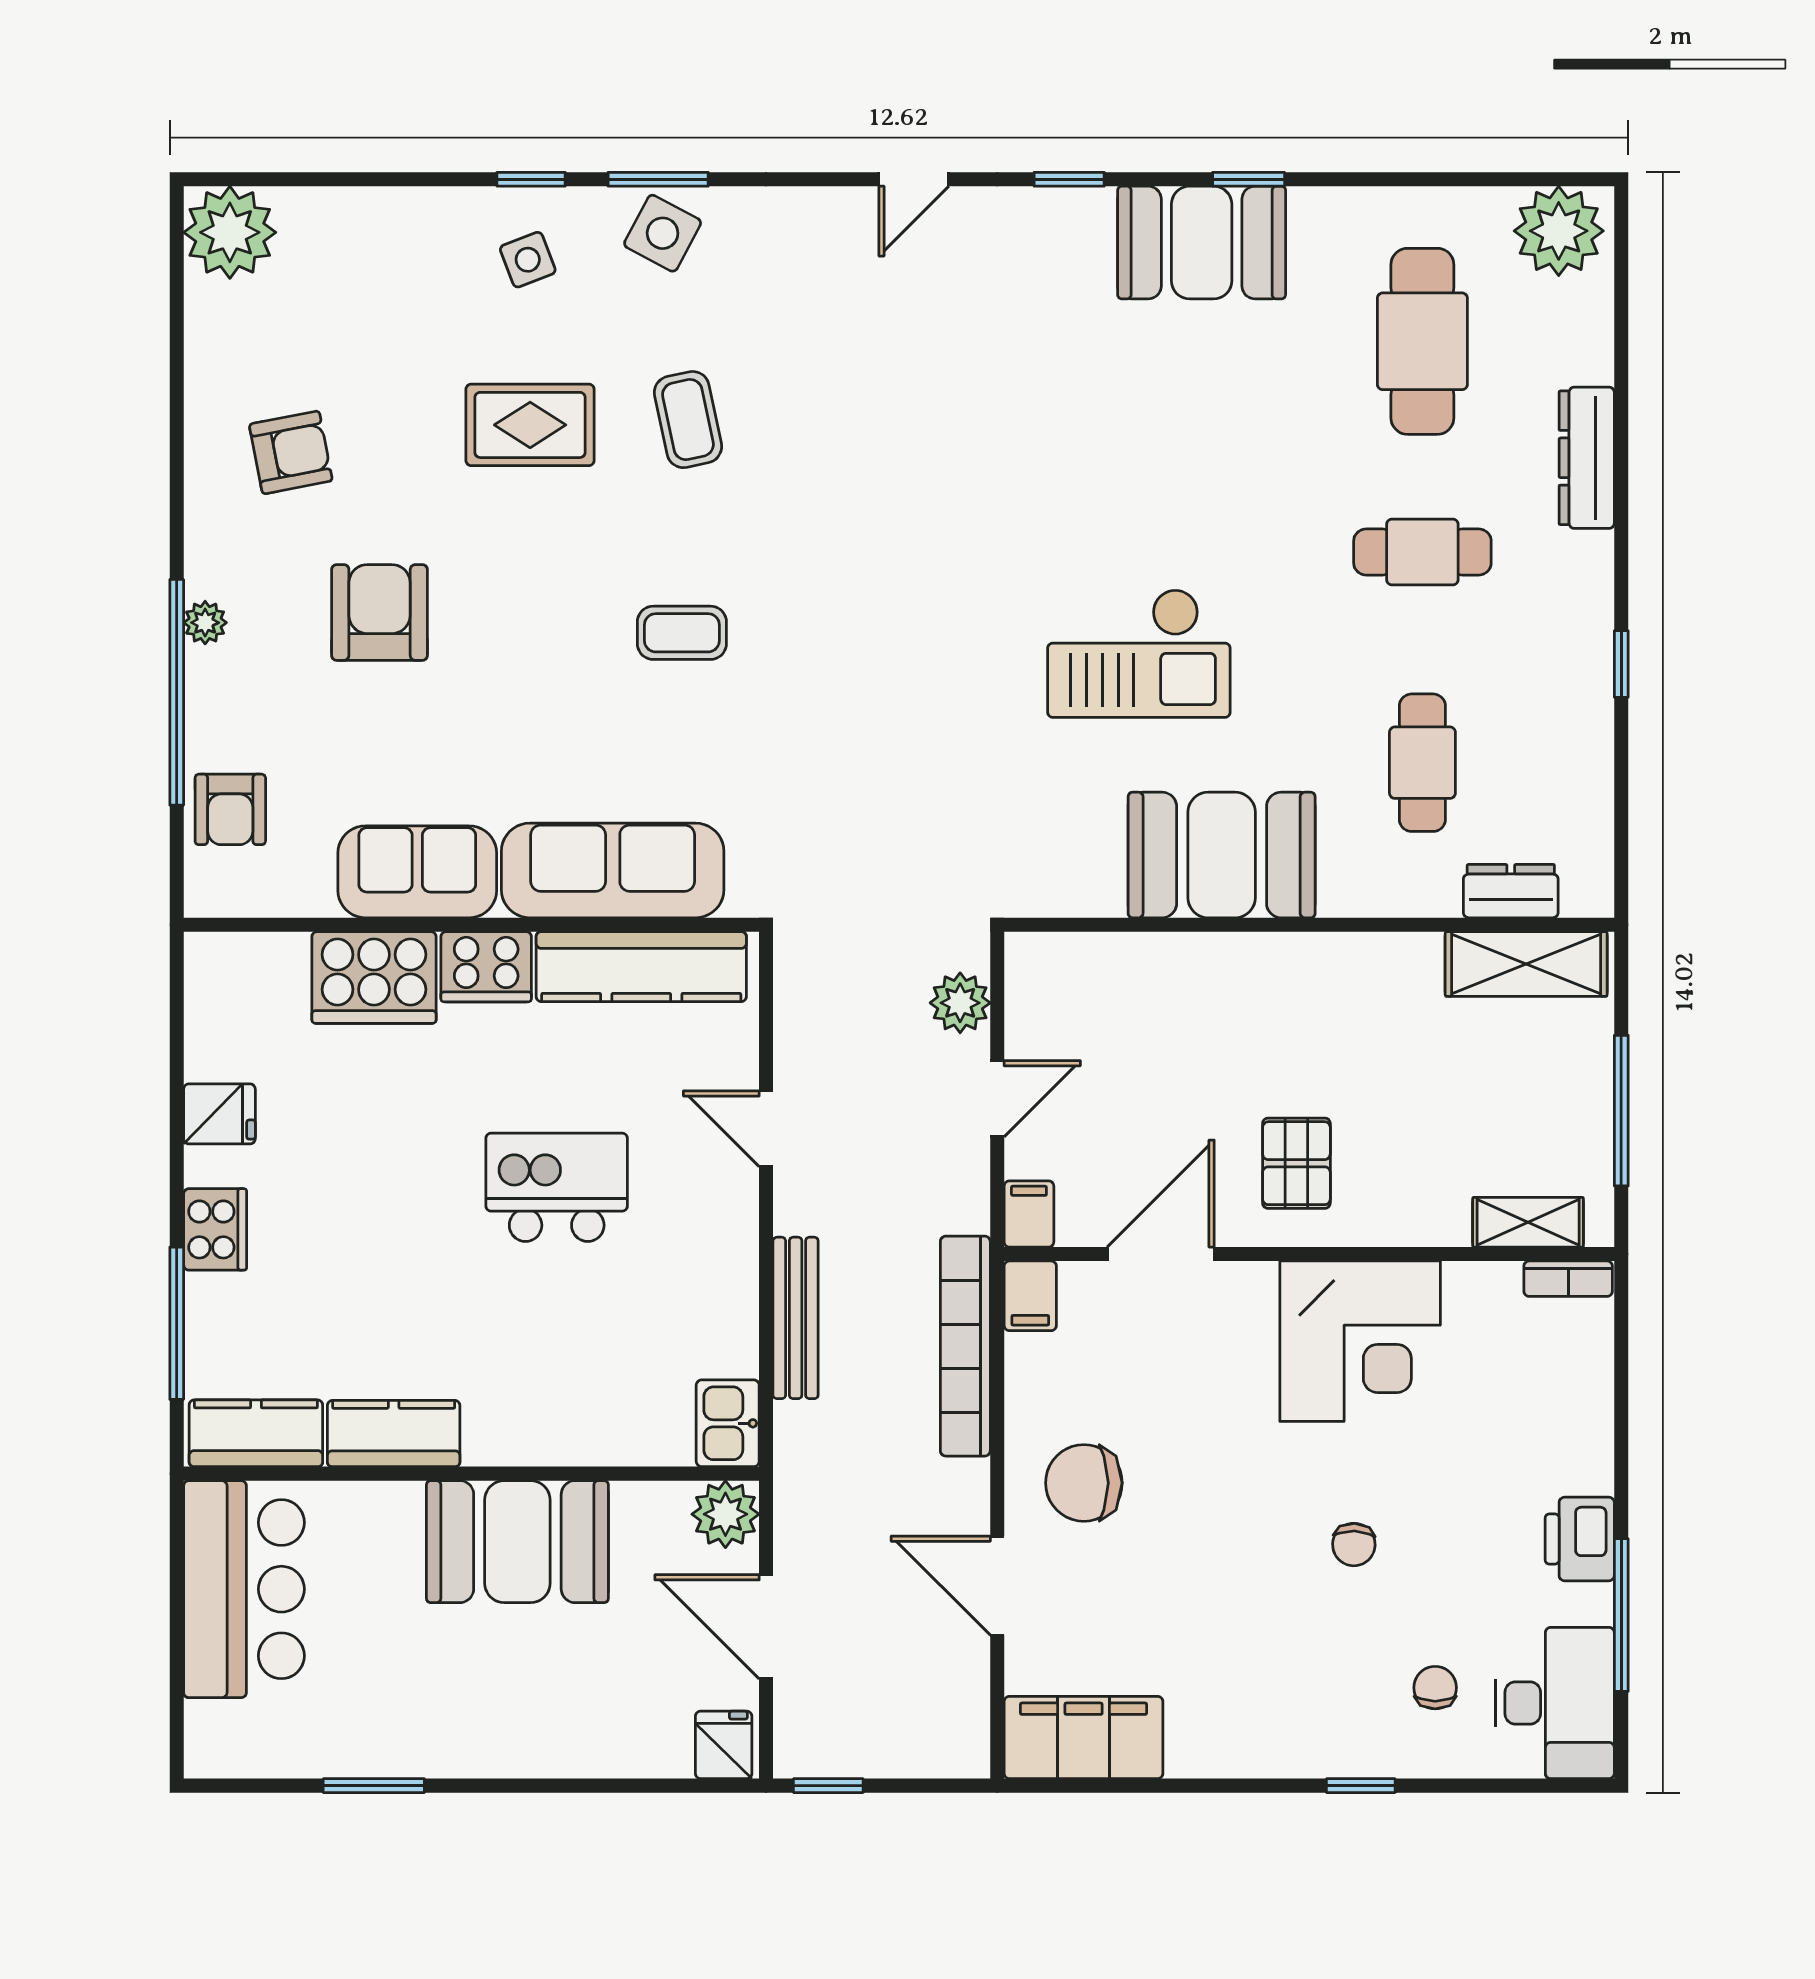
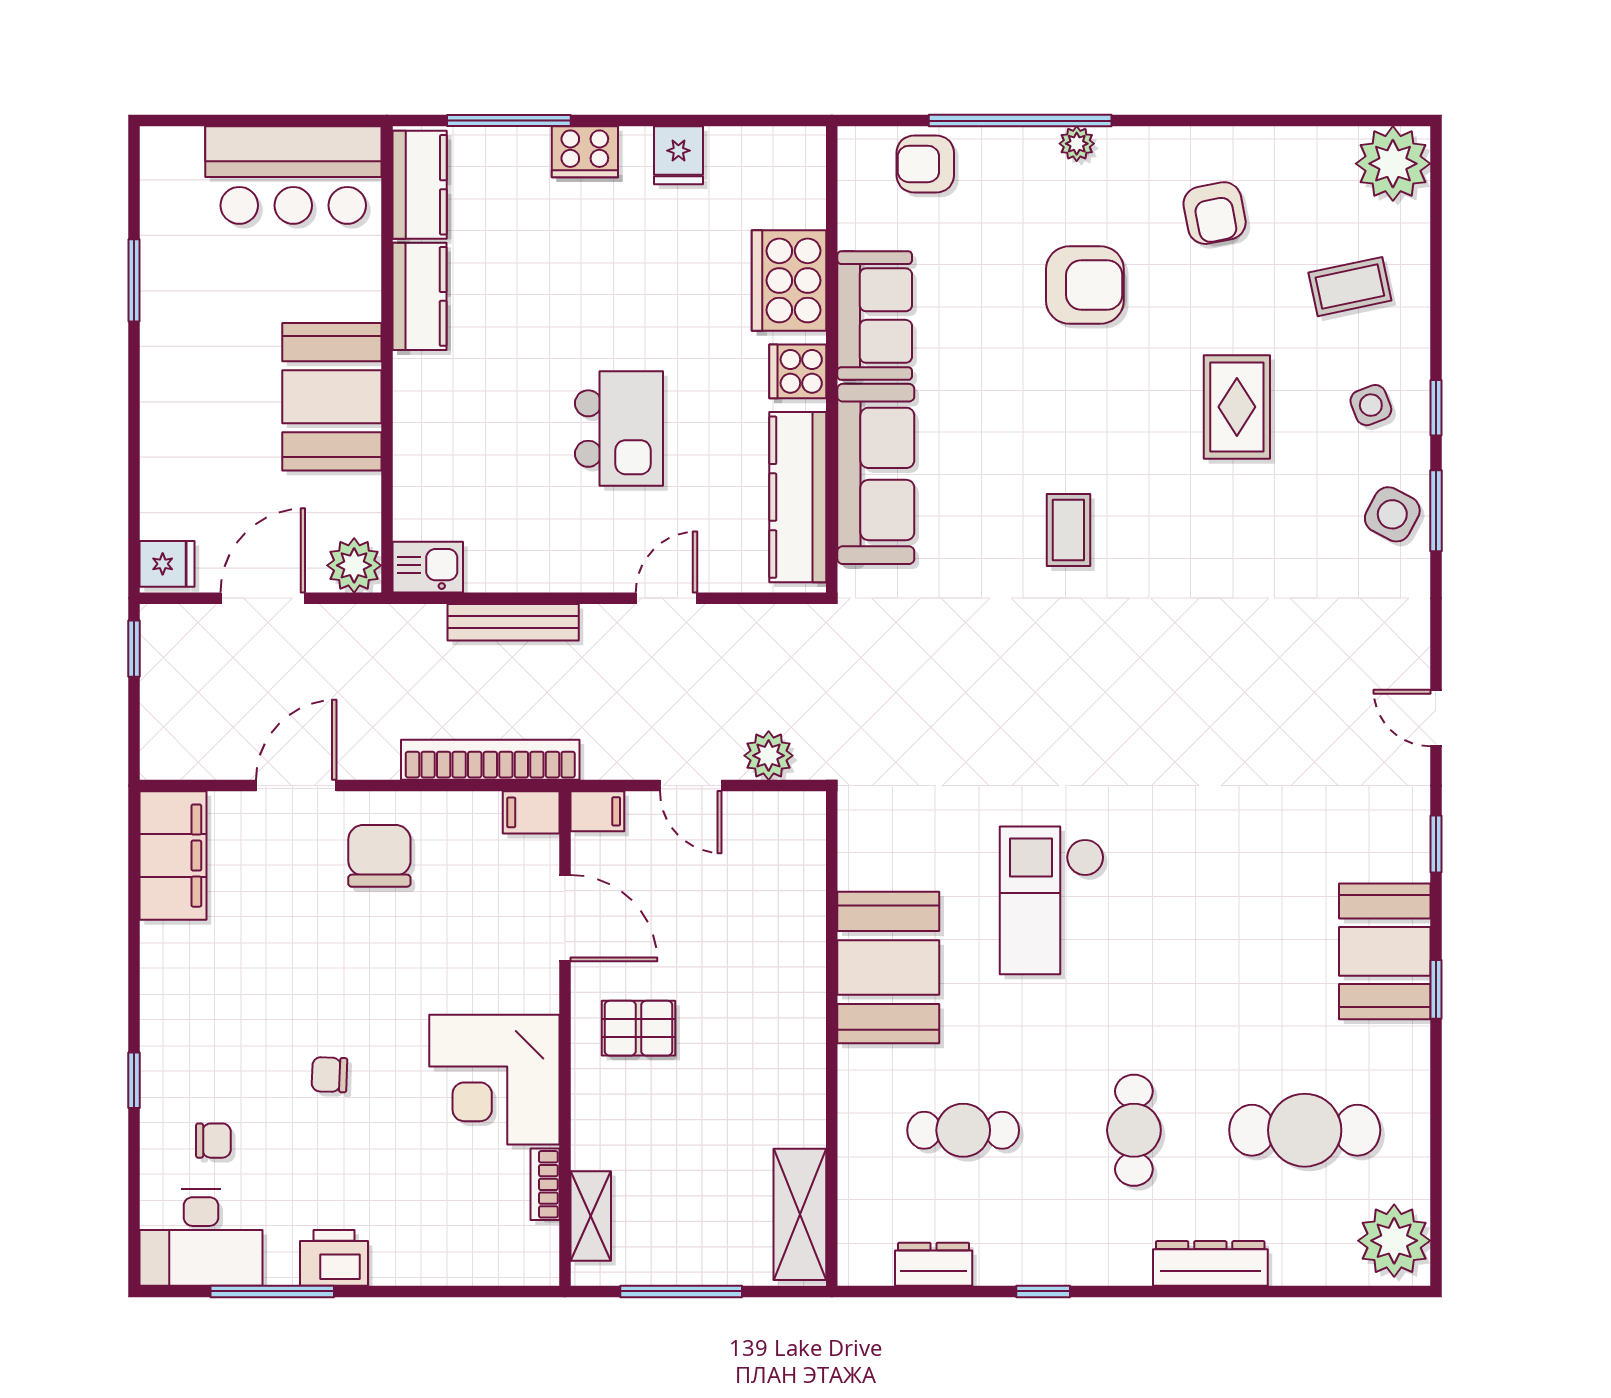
coffee table: (688, 420) -> (1350, 287), moved
dresser: (1511, 891) -> (934, 1264), moved, turned -90
cooker: (486, 967) -> (798, 371), width x0.73
bookcase: (1568, 1279) -> (545, 1184), moved

